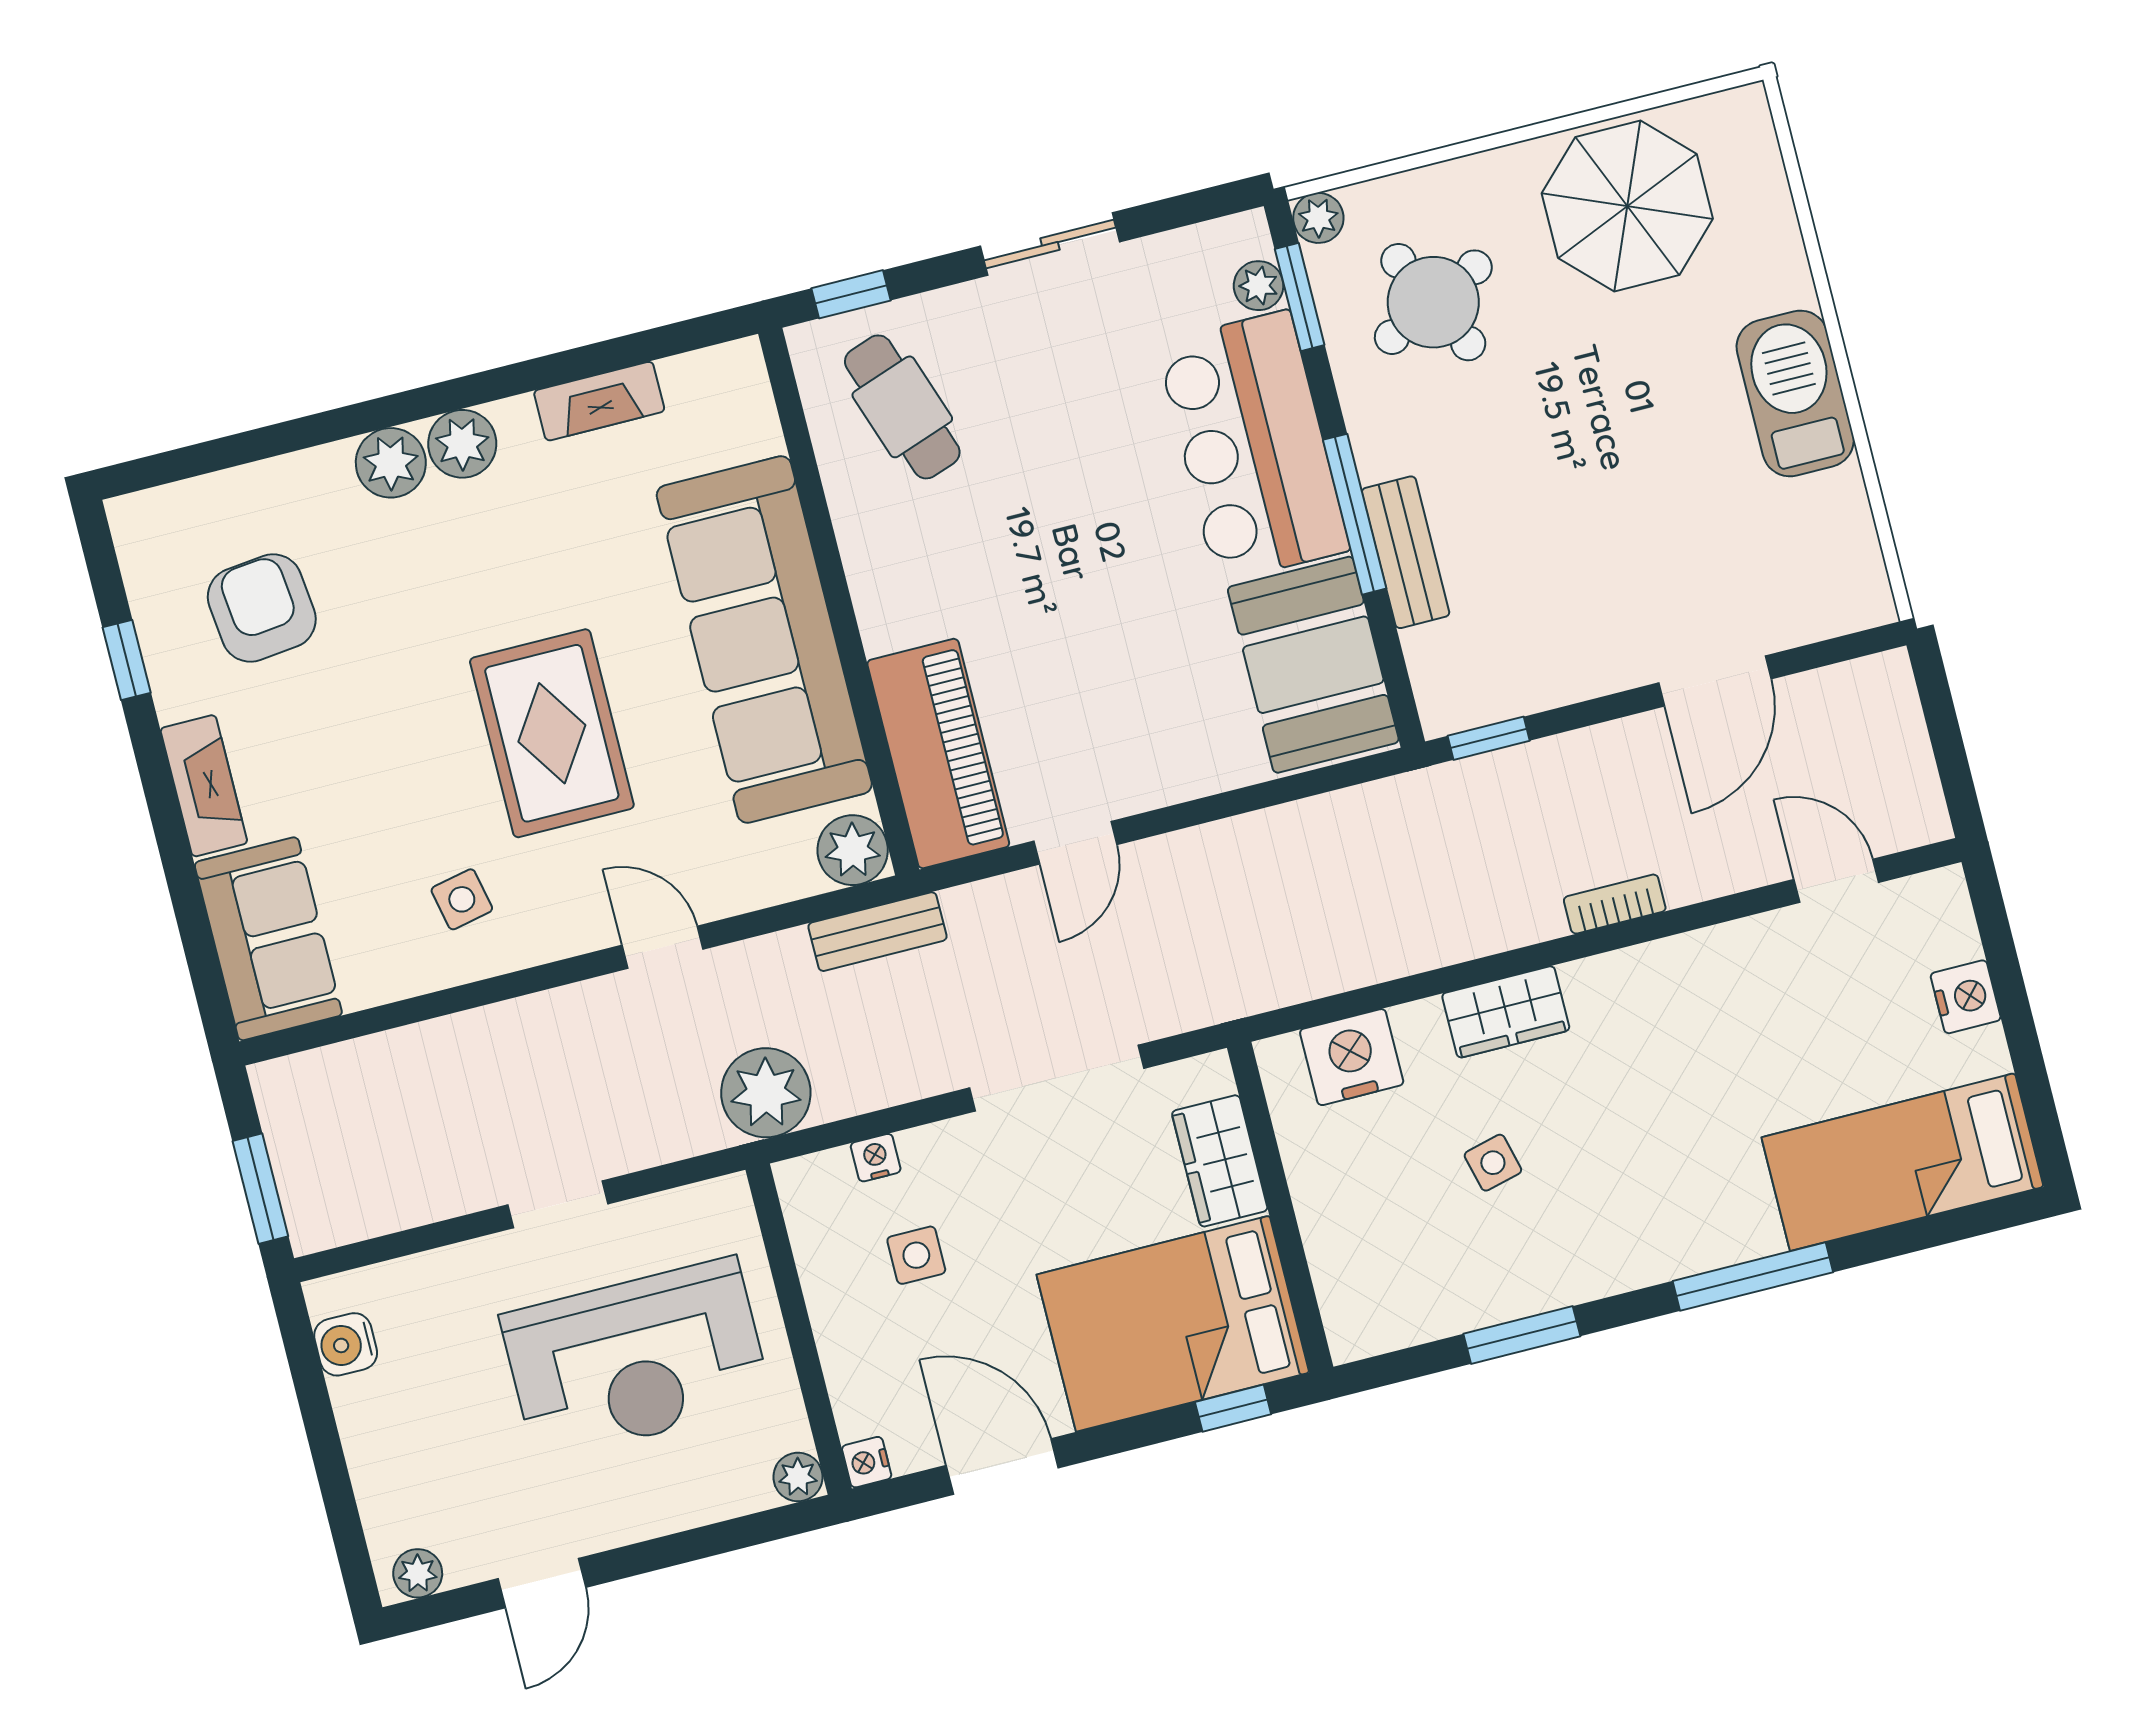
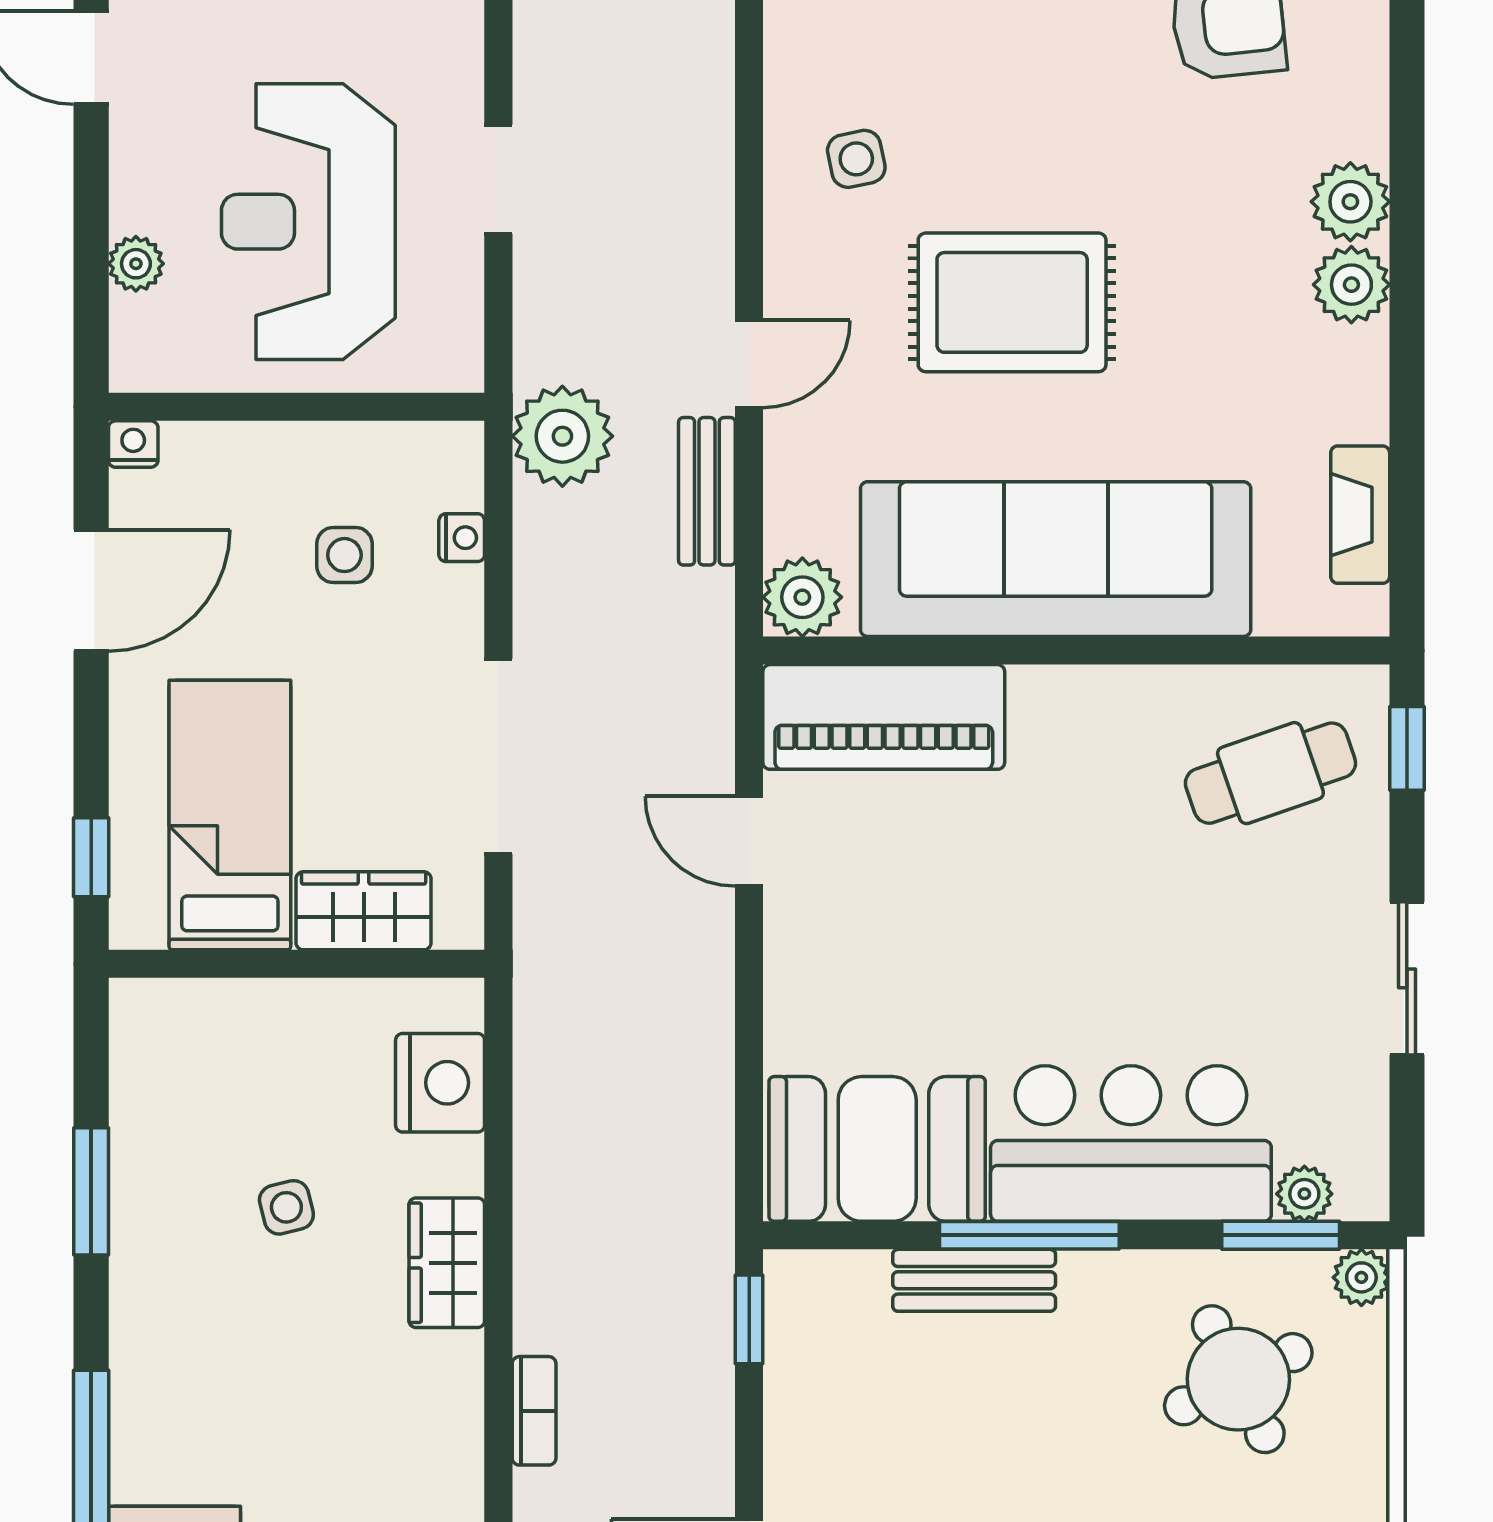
fireplace: (599, 401) -> (1360, 515), moved
bench: (878, 932) -> (707, 491), moved
bed: (1173, 1324) -> (230, 815), width x0.67
plant: (798, 1477) -> (136, 264), moved

